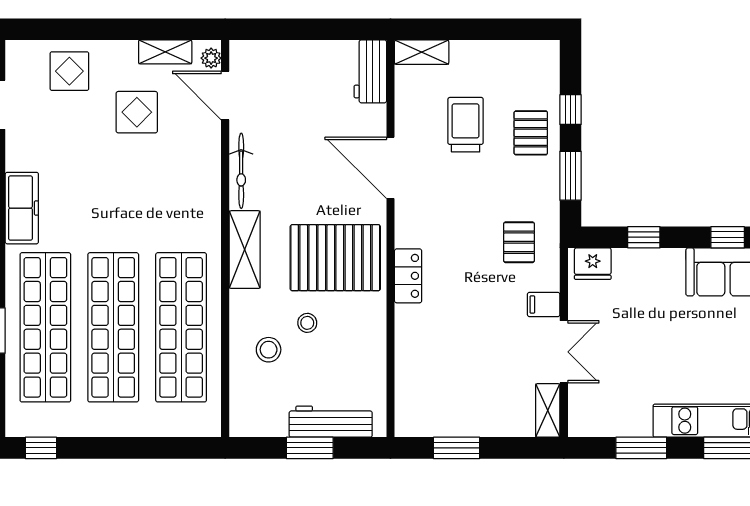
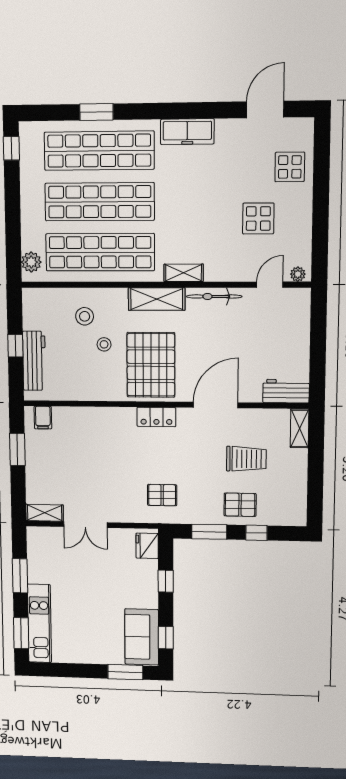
shelving: (165, 52) -> (184, 273), moved, turned 90
door: (225, 96) -> (270, 285), width x0.73
locker: (408, 276) -> (156, 417), moved
filing cabinet: (544, 304) -> (43, 418), moved, turned 180
plant: (194, 423) -> (31, 262), added
window: (310, 448) -> (15, 346), width x0.67

